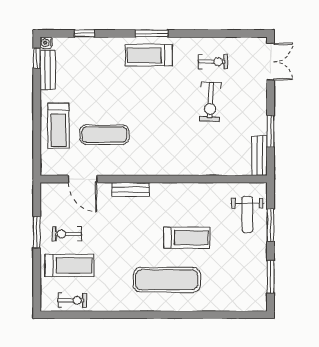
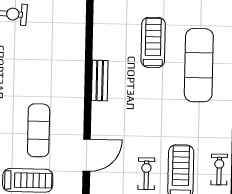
bench: (131, 190) -> (100, 81), moved
exercise bike: (67, 234) -> (146, 174), turned 180

